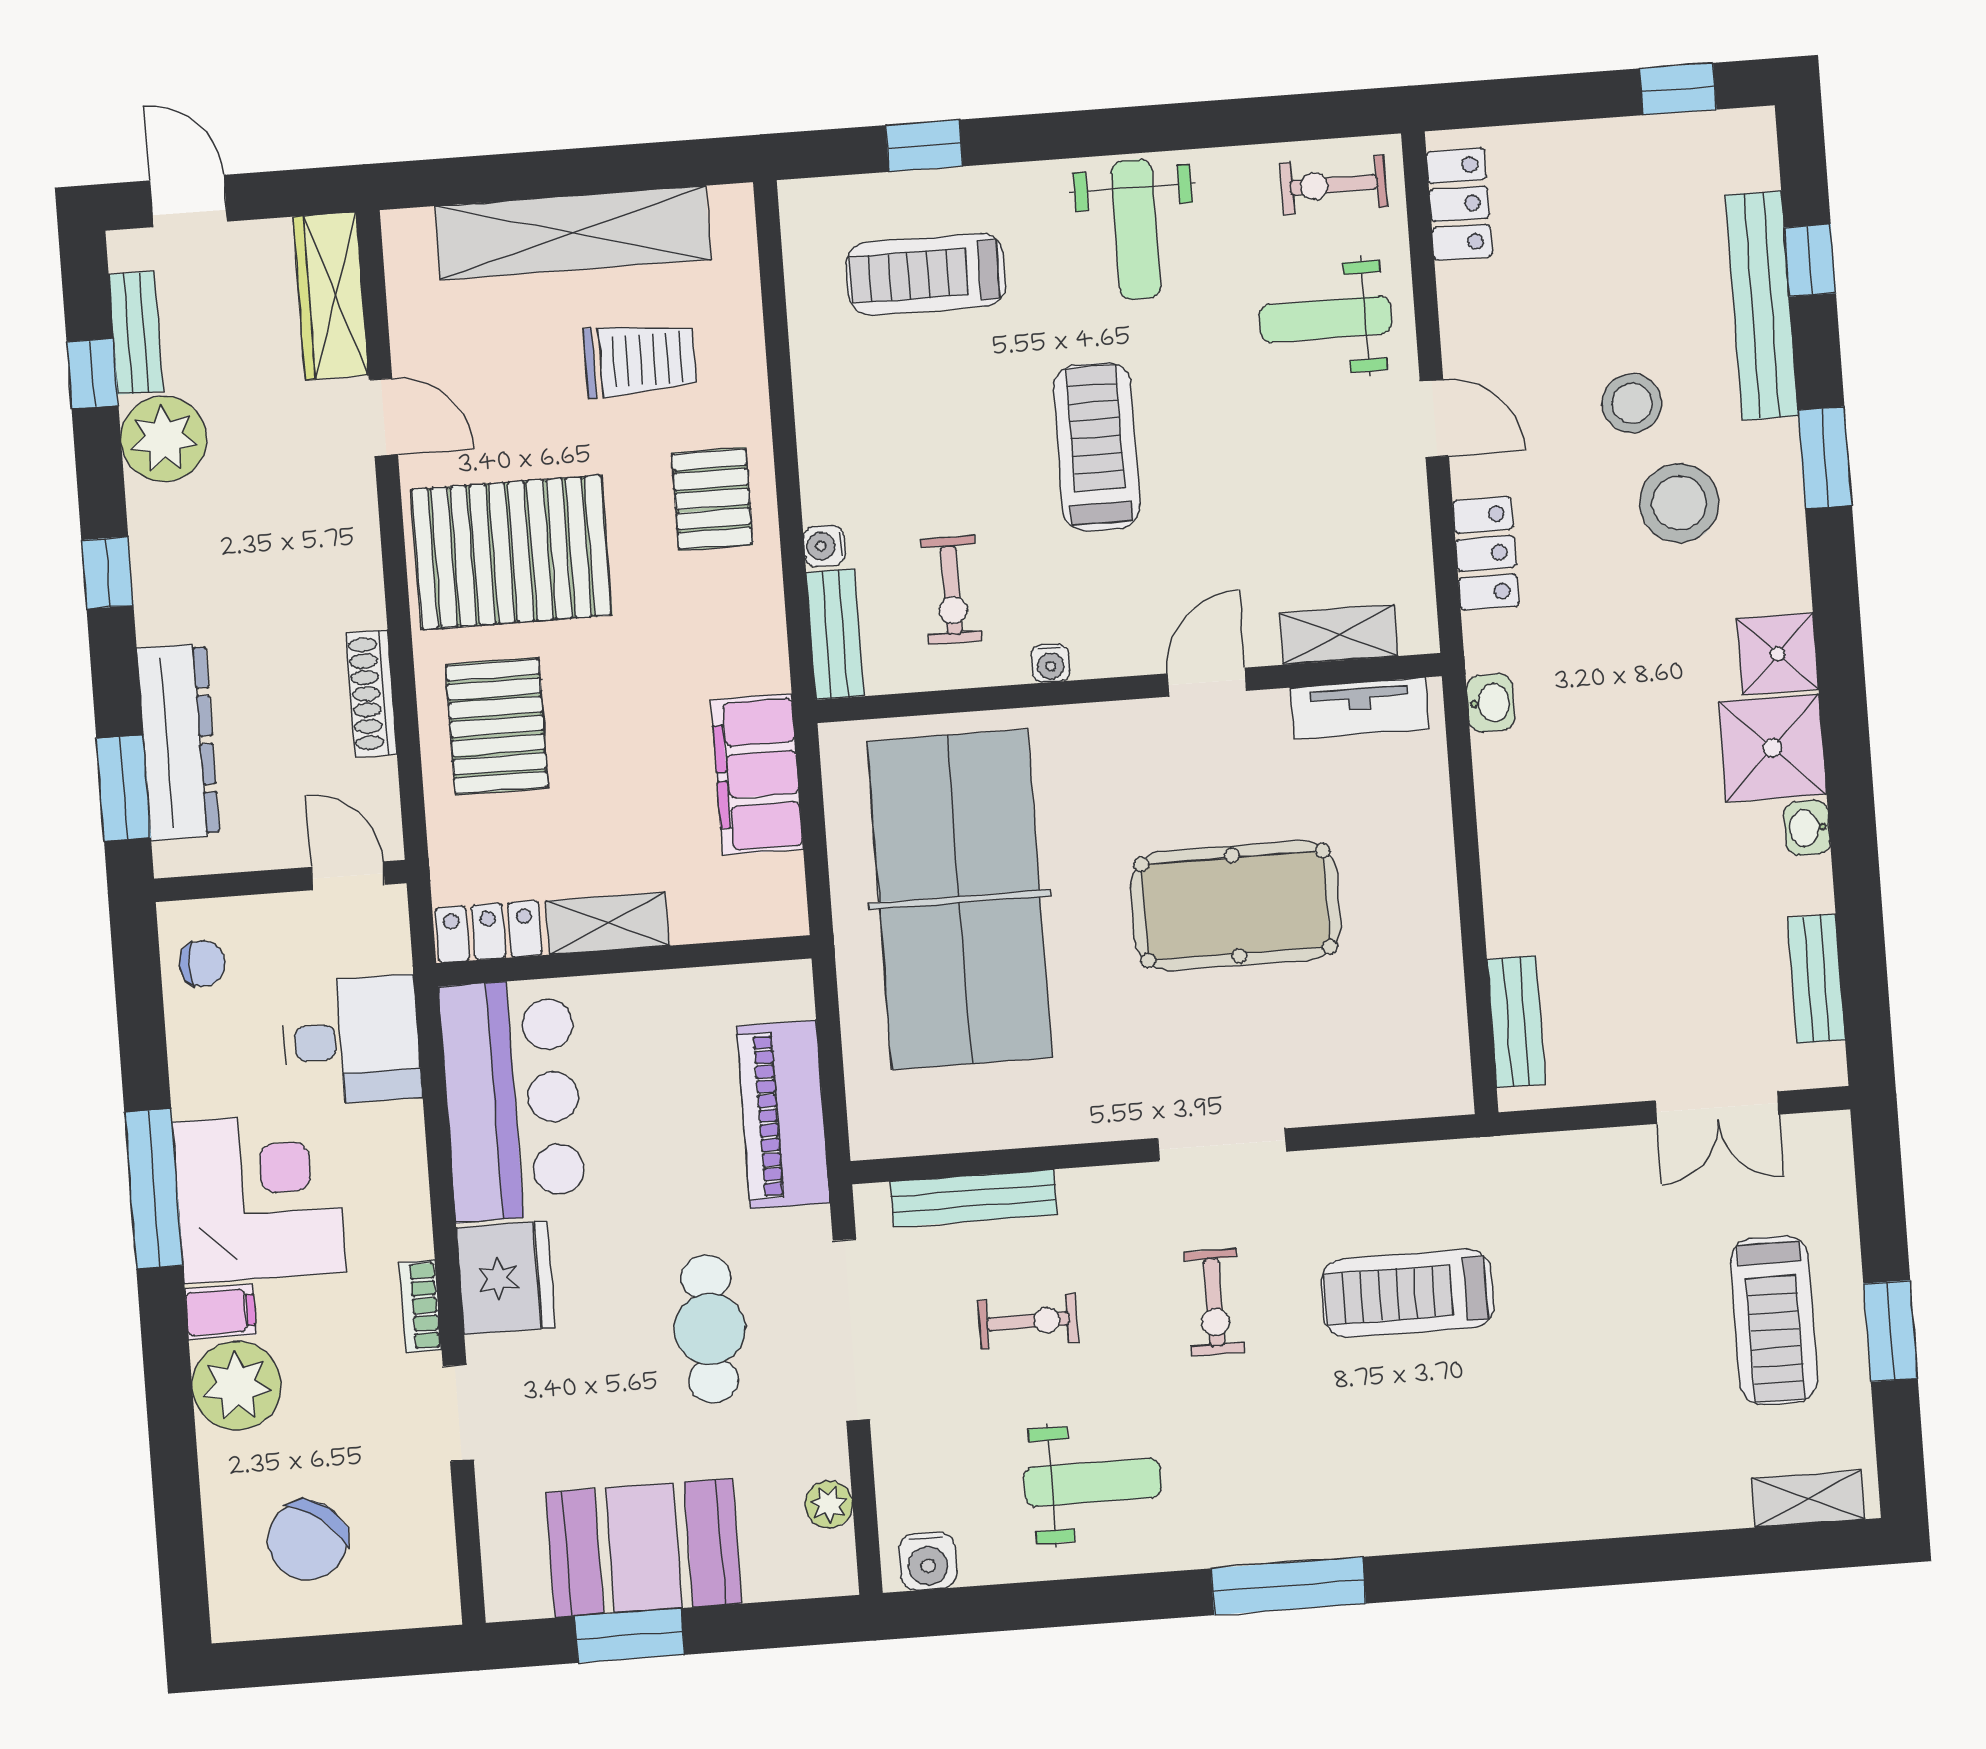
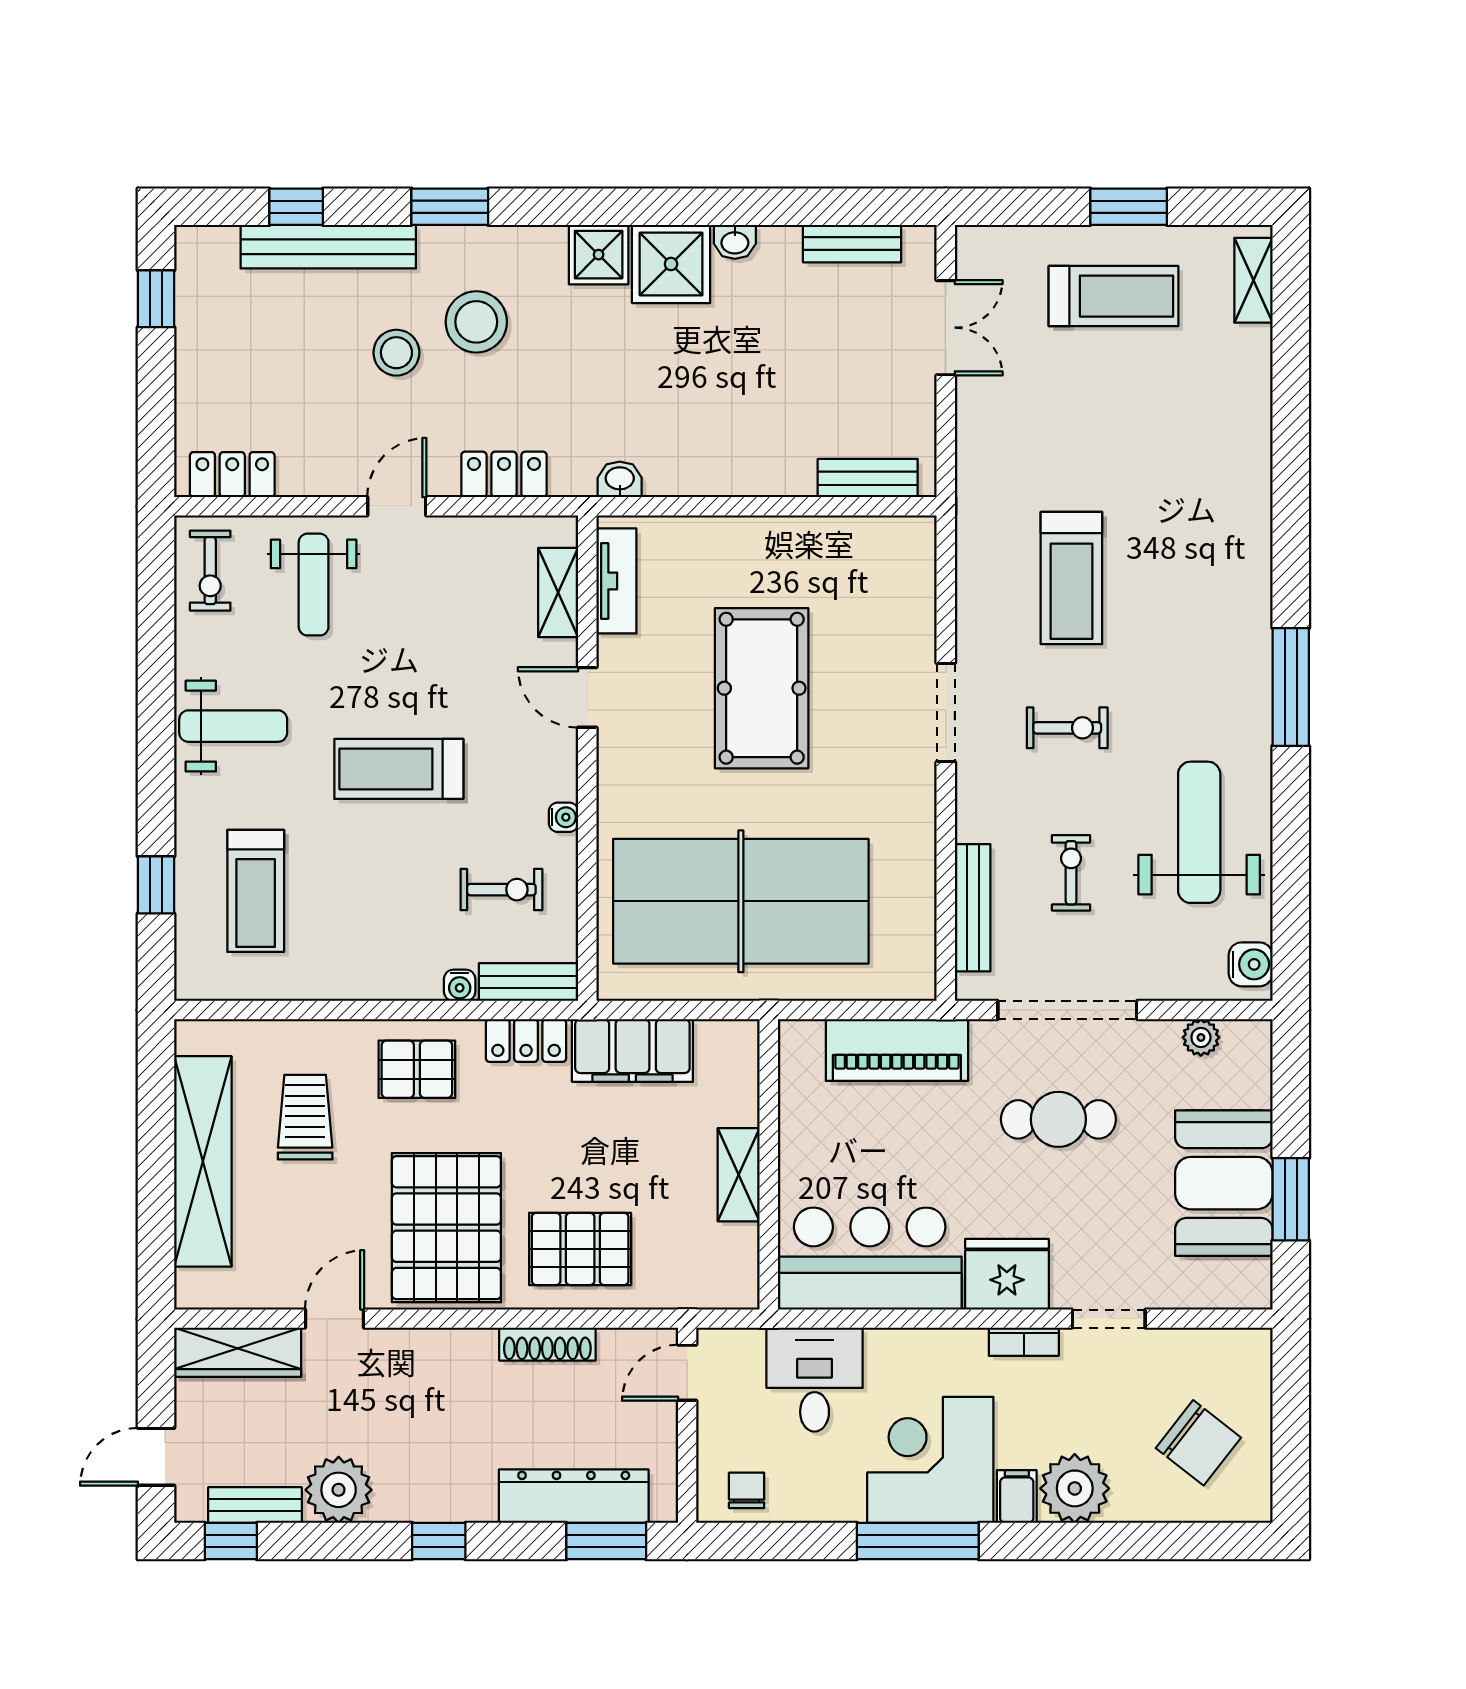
window: (92, 374) -> (231, 1541), moved
locker: (489, 932) -> (526, 1041), moved, turned -90
weight bench: (1093, 1482) -> (1199, 832), width x1.36, depth x1.33

